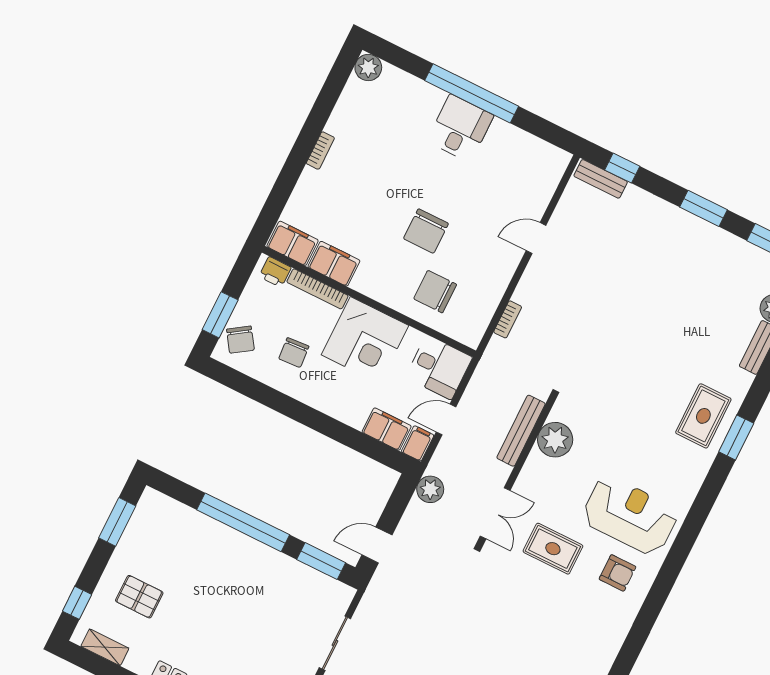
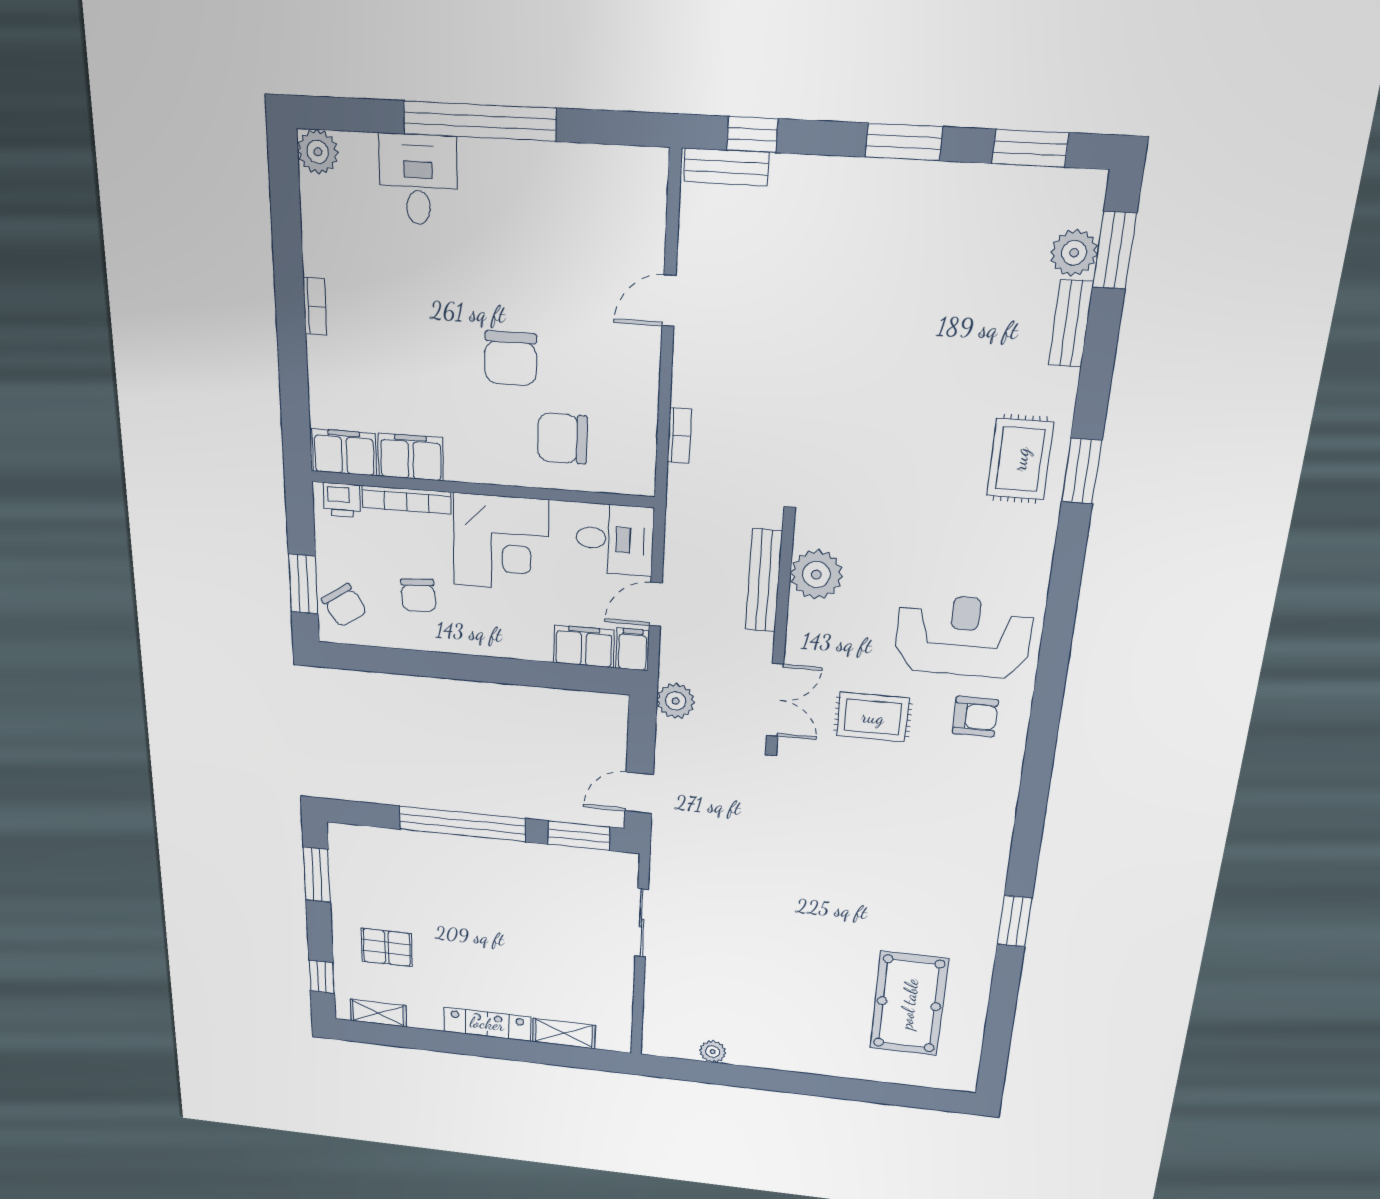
desk: (460, 128) -> (418, 180), moved

